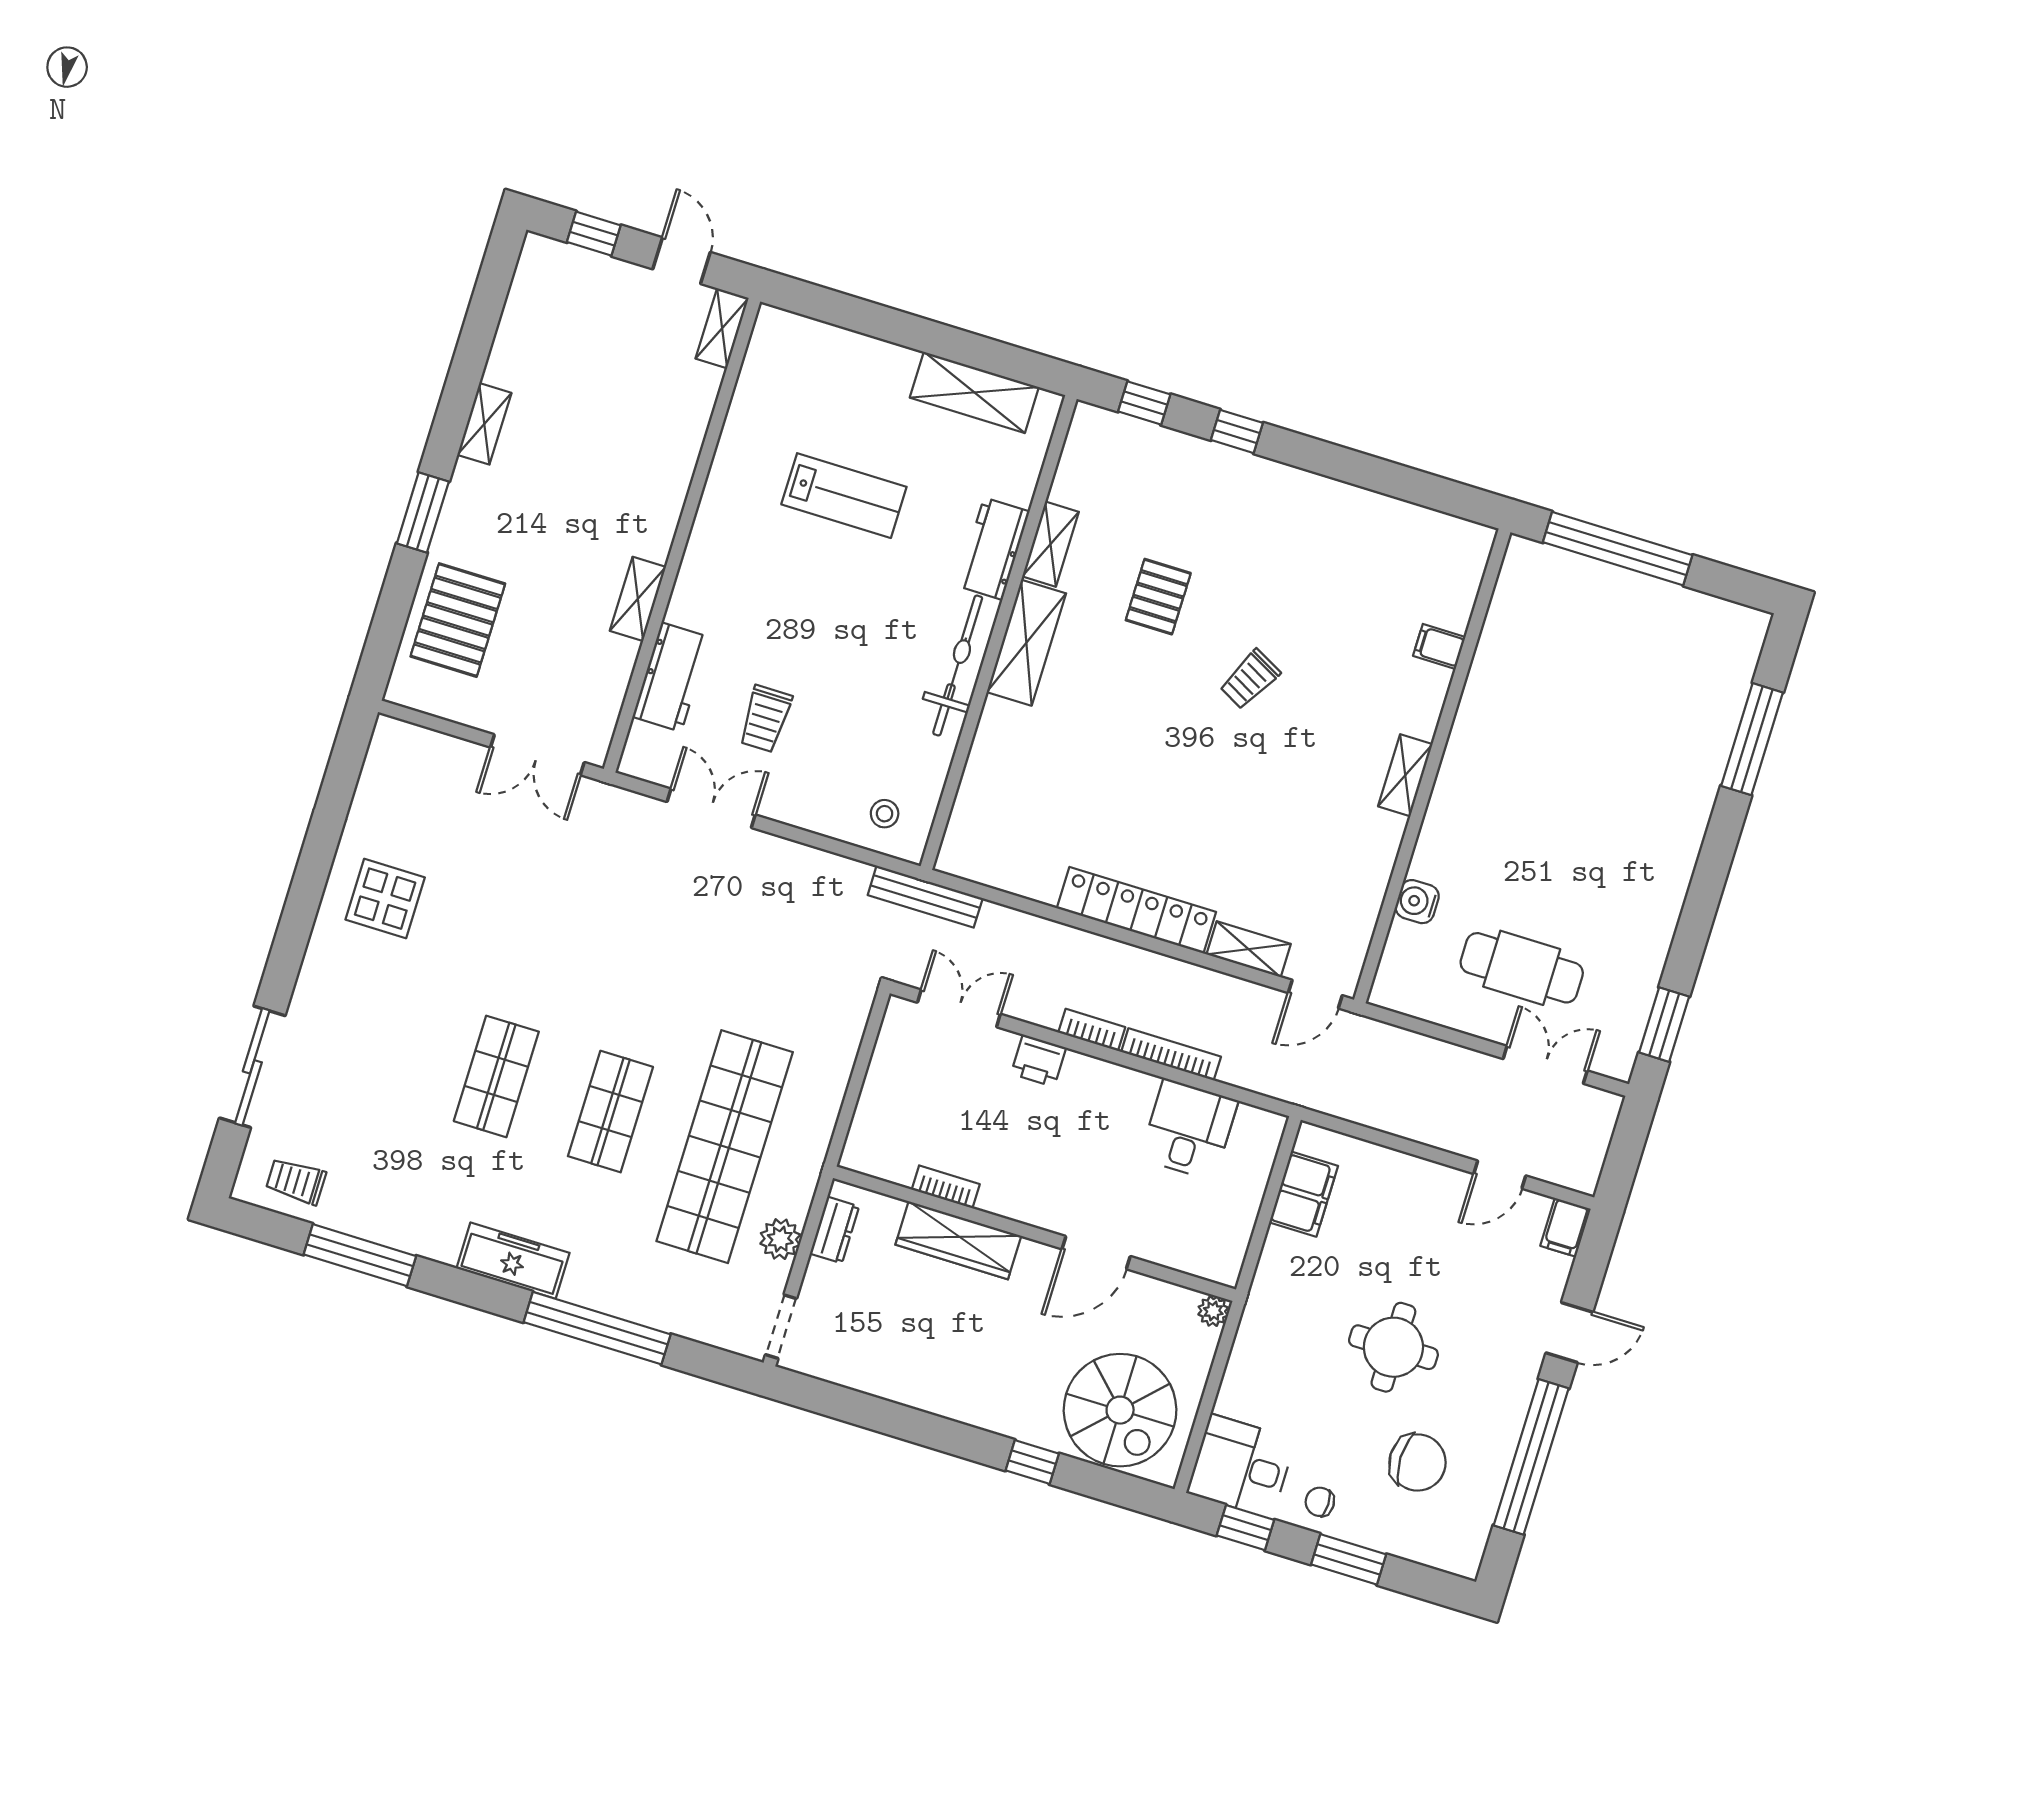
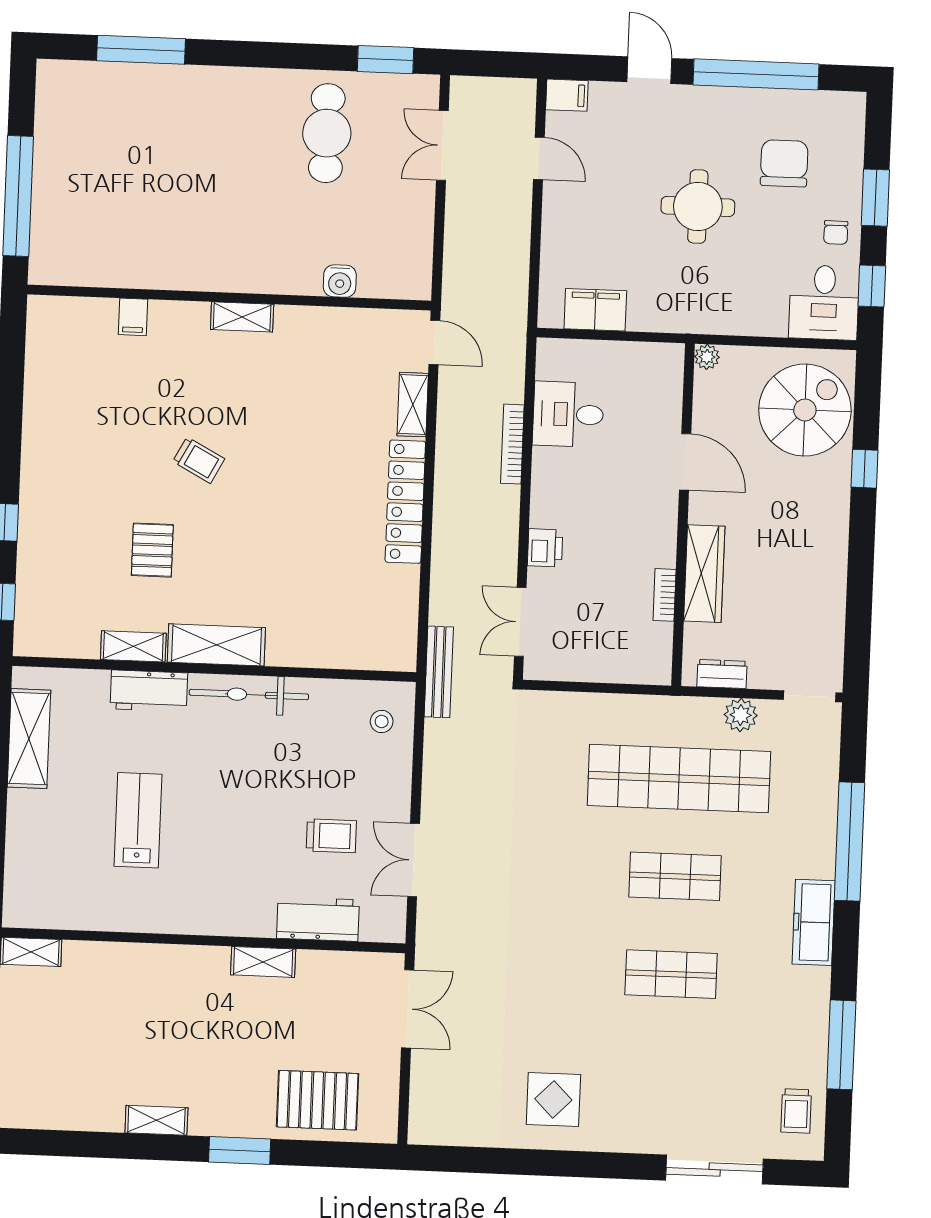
pallet: (1158, 597) -> (152, 550), turned 90
cafe table: (1522, 968) -> (327, 133), moved
bookcase: (1092, 1030) -> (510, 512), removed

